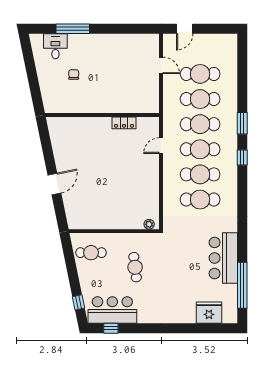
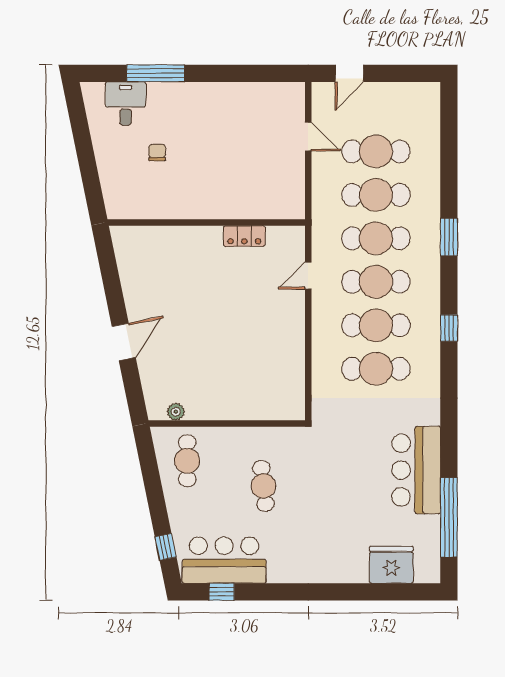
window: (242, 158) -> (449, 328), moved
plant: (149, 224) -> (176, 412), moved
cafe table: (91, 253) -> (187, 461), turned 90

